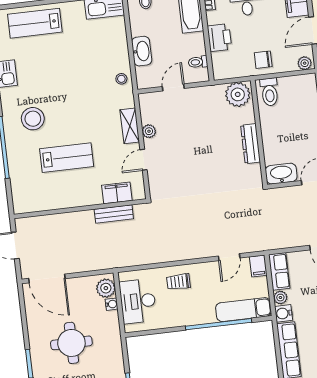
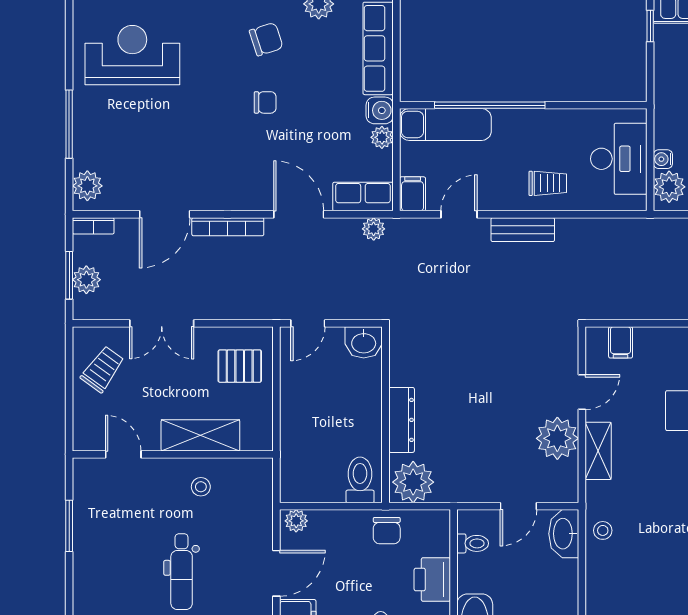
washbasin: (142, 51) -> (564, 534), moved
chair: (263, 60) -> (387, 531), moved, turned 90
plant: (149, 131) -> (557, 438), width x1.88, depth x1.88
dresser: (250, 144) -> (402, 420), moved
washbasin: (281, 174) -> (364, 342), width x0.72
filing cabinet: (117, 193) -> (621, 342), width x0.50
bench: (114, 214) -> (523, 230), moved
plant: (279, 242) -> (374, 229), added
row of seats: (279, 271) -> (363, 197), moved, turned 90

